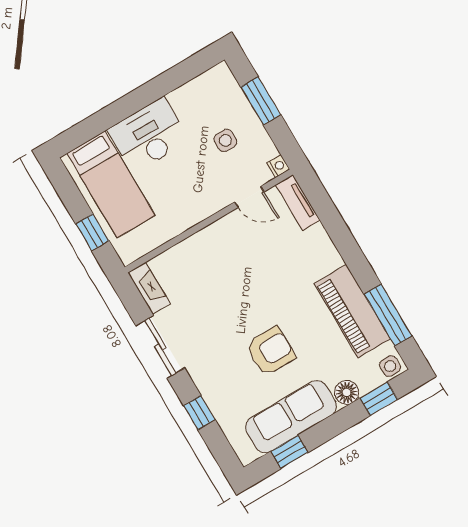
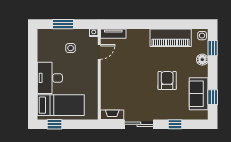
window: (92, 232) -> (54, 124), moved
window: (388, 315) -> (181, 24), removed
sofa: (291, 417) -> (199, 94), width x0.73

